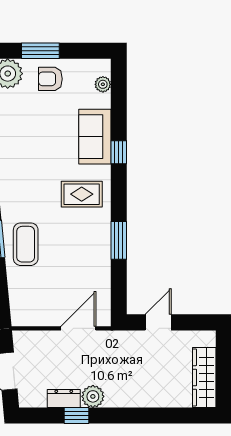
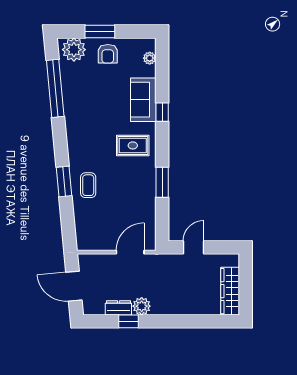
armchair: (50, 79) -> (108, 54), turned -90
coffee table: (26, 244) -> (88, 185), width x0.73, depth x0.77

